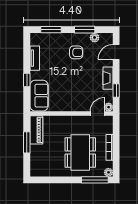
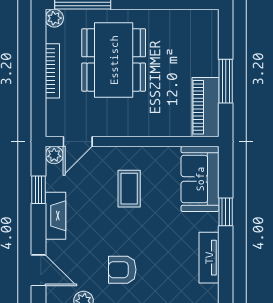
door: (116, 52) -> (38, 270), hinge flipped
coffee table: (73, 91) -> (129, 189), added

